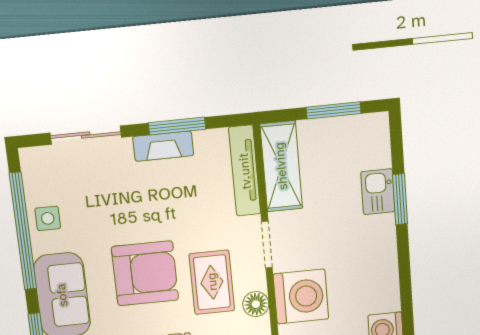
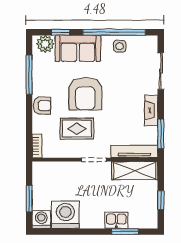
window: (334, 110) -> (161, 200), width x0.67
window: (177, 126) -> (161, 134), moved
window: (400, 199) -> (125, 232), moved
washing machine: (301, 297) -> (65, 215), moved, turned 180
floor lamp: (256, 304) -> (63, 151), removed

